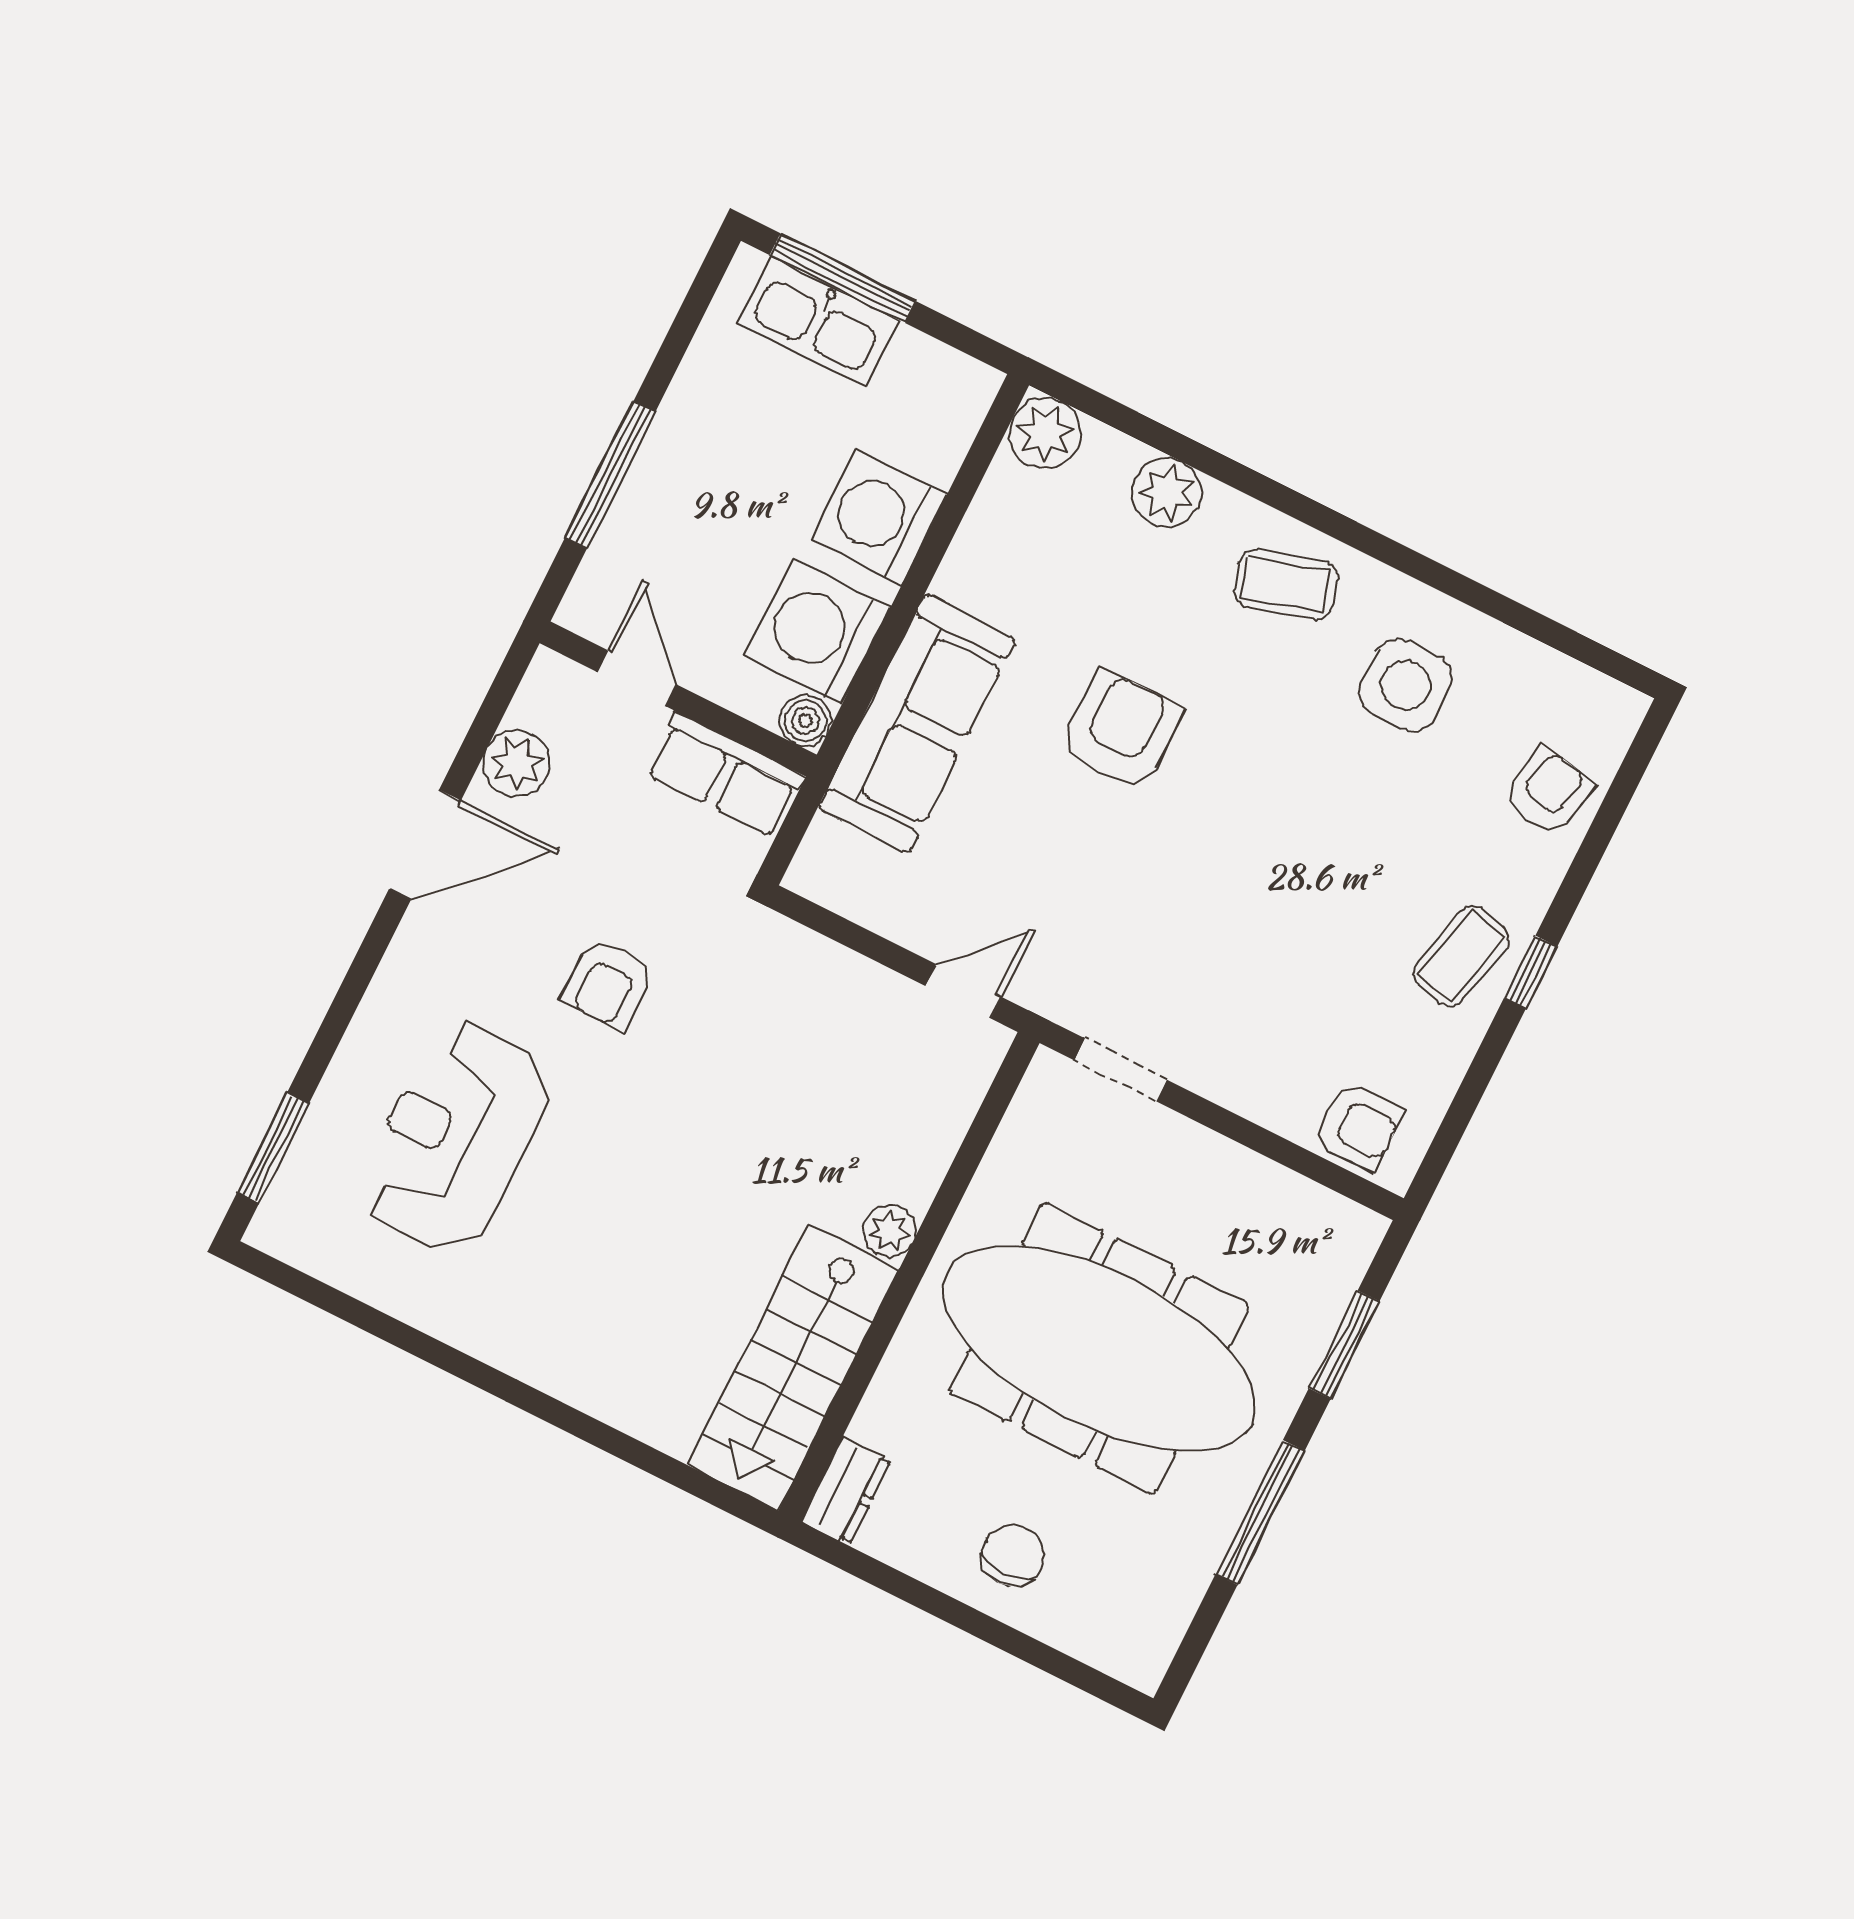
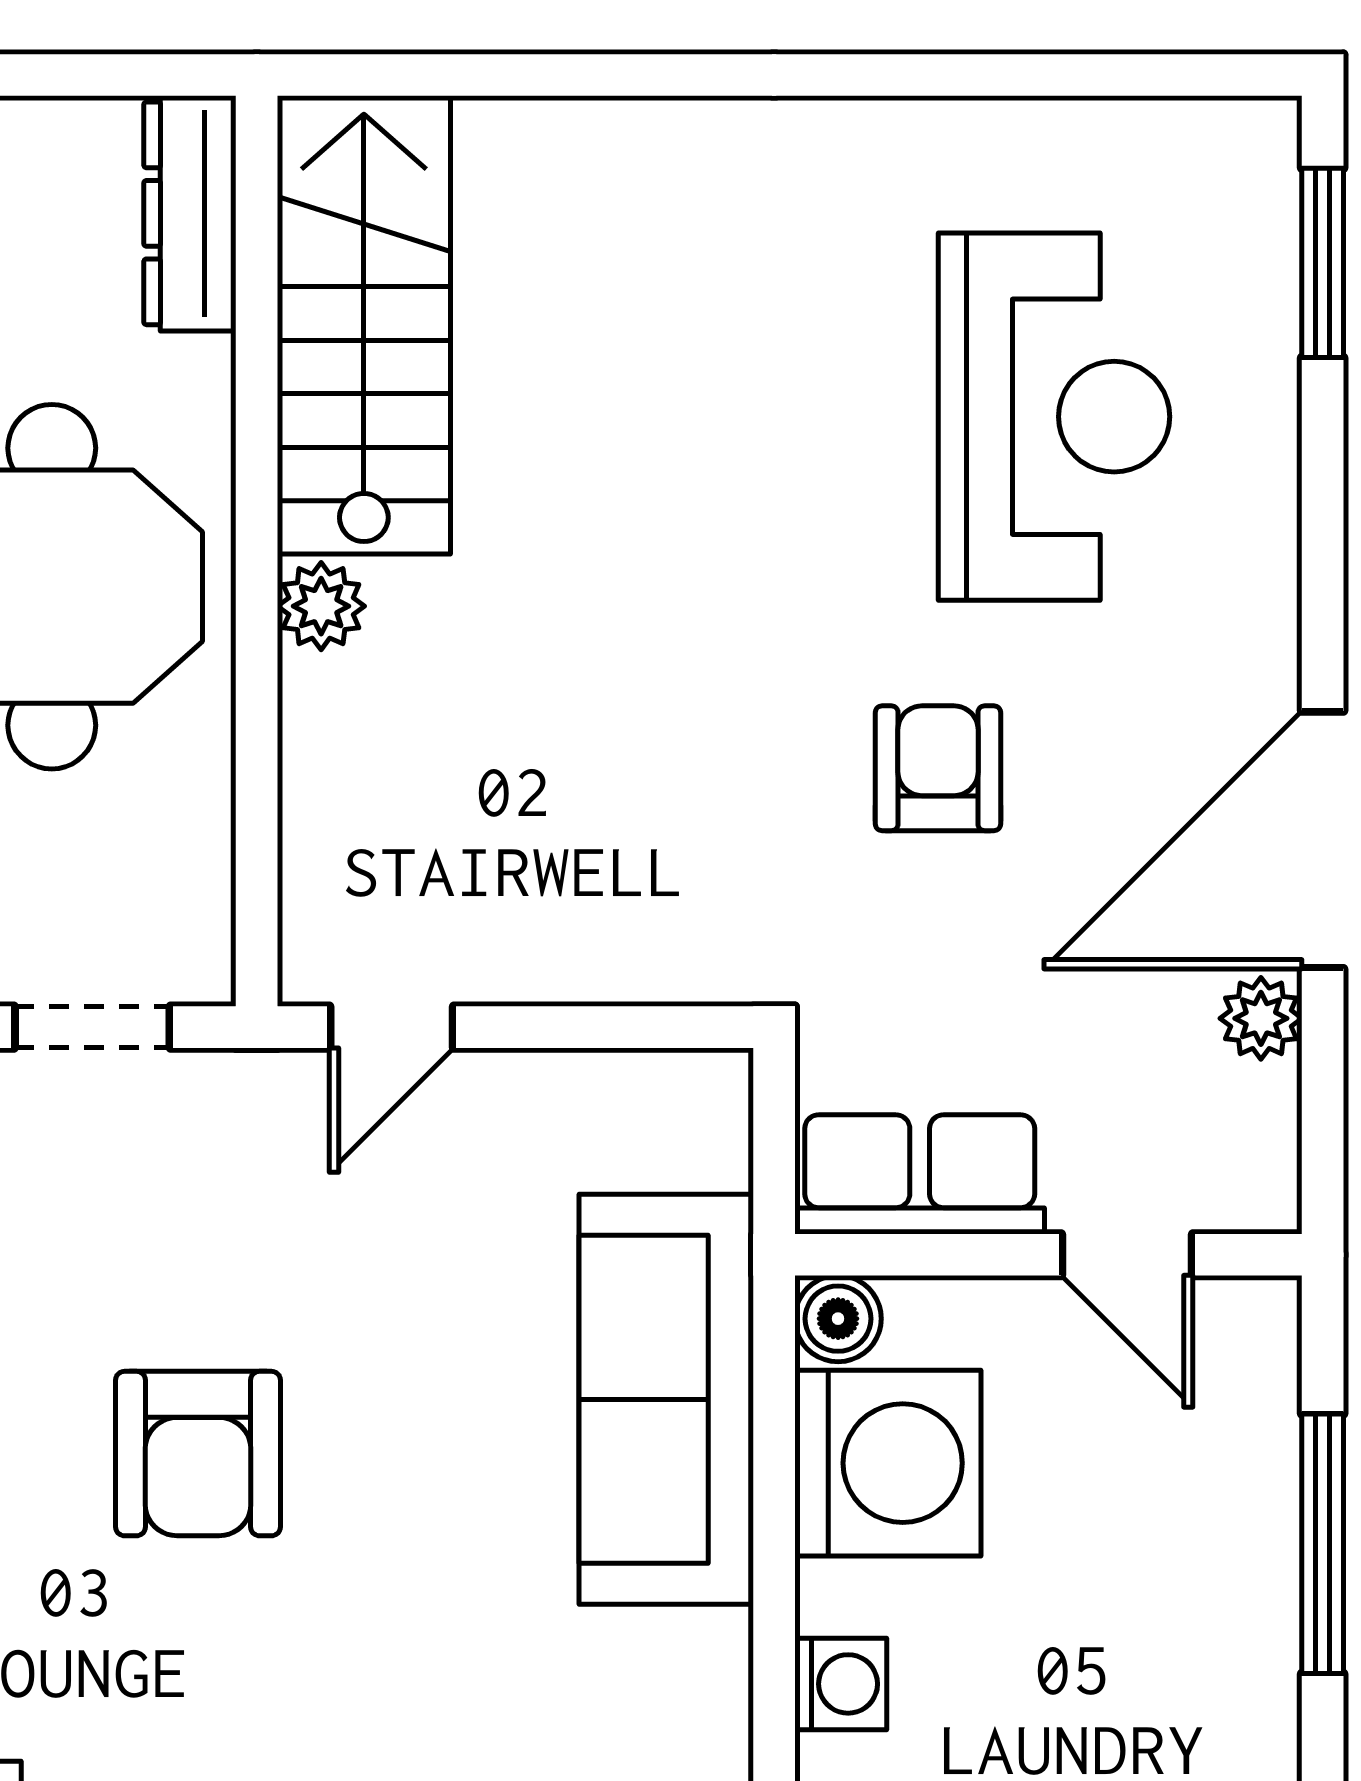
washing machine: (879, 517) -> (841, 1684), width x0.53, depth x0.53
armchair: (1121, 730) -> (198, 1454), moved
plant: (516, 763) -> (1261, 1018), width x0.73, depth x0.73
door: (425, 845) -> (1323, 840), width x1.36
dresser: (846, 1491) -> (190, 213), width x1.44

